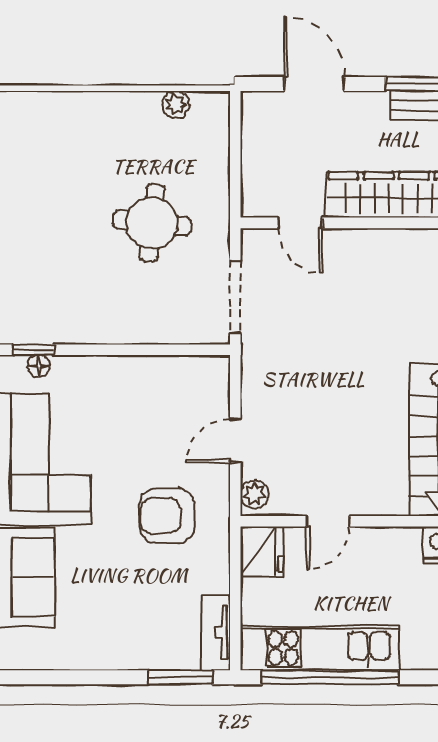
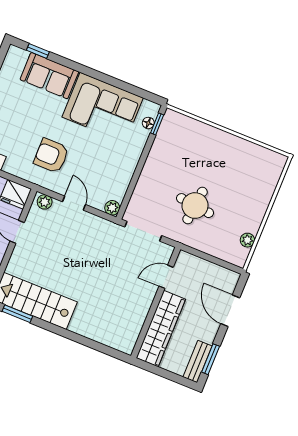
door: (314, 84) -> (230, 311), swing flipped
plant: (216, 369) -> (112, 208), added
armchair: (167, 516) -> (51, 156), turned -90

